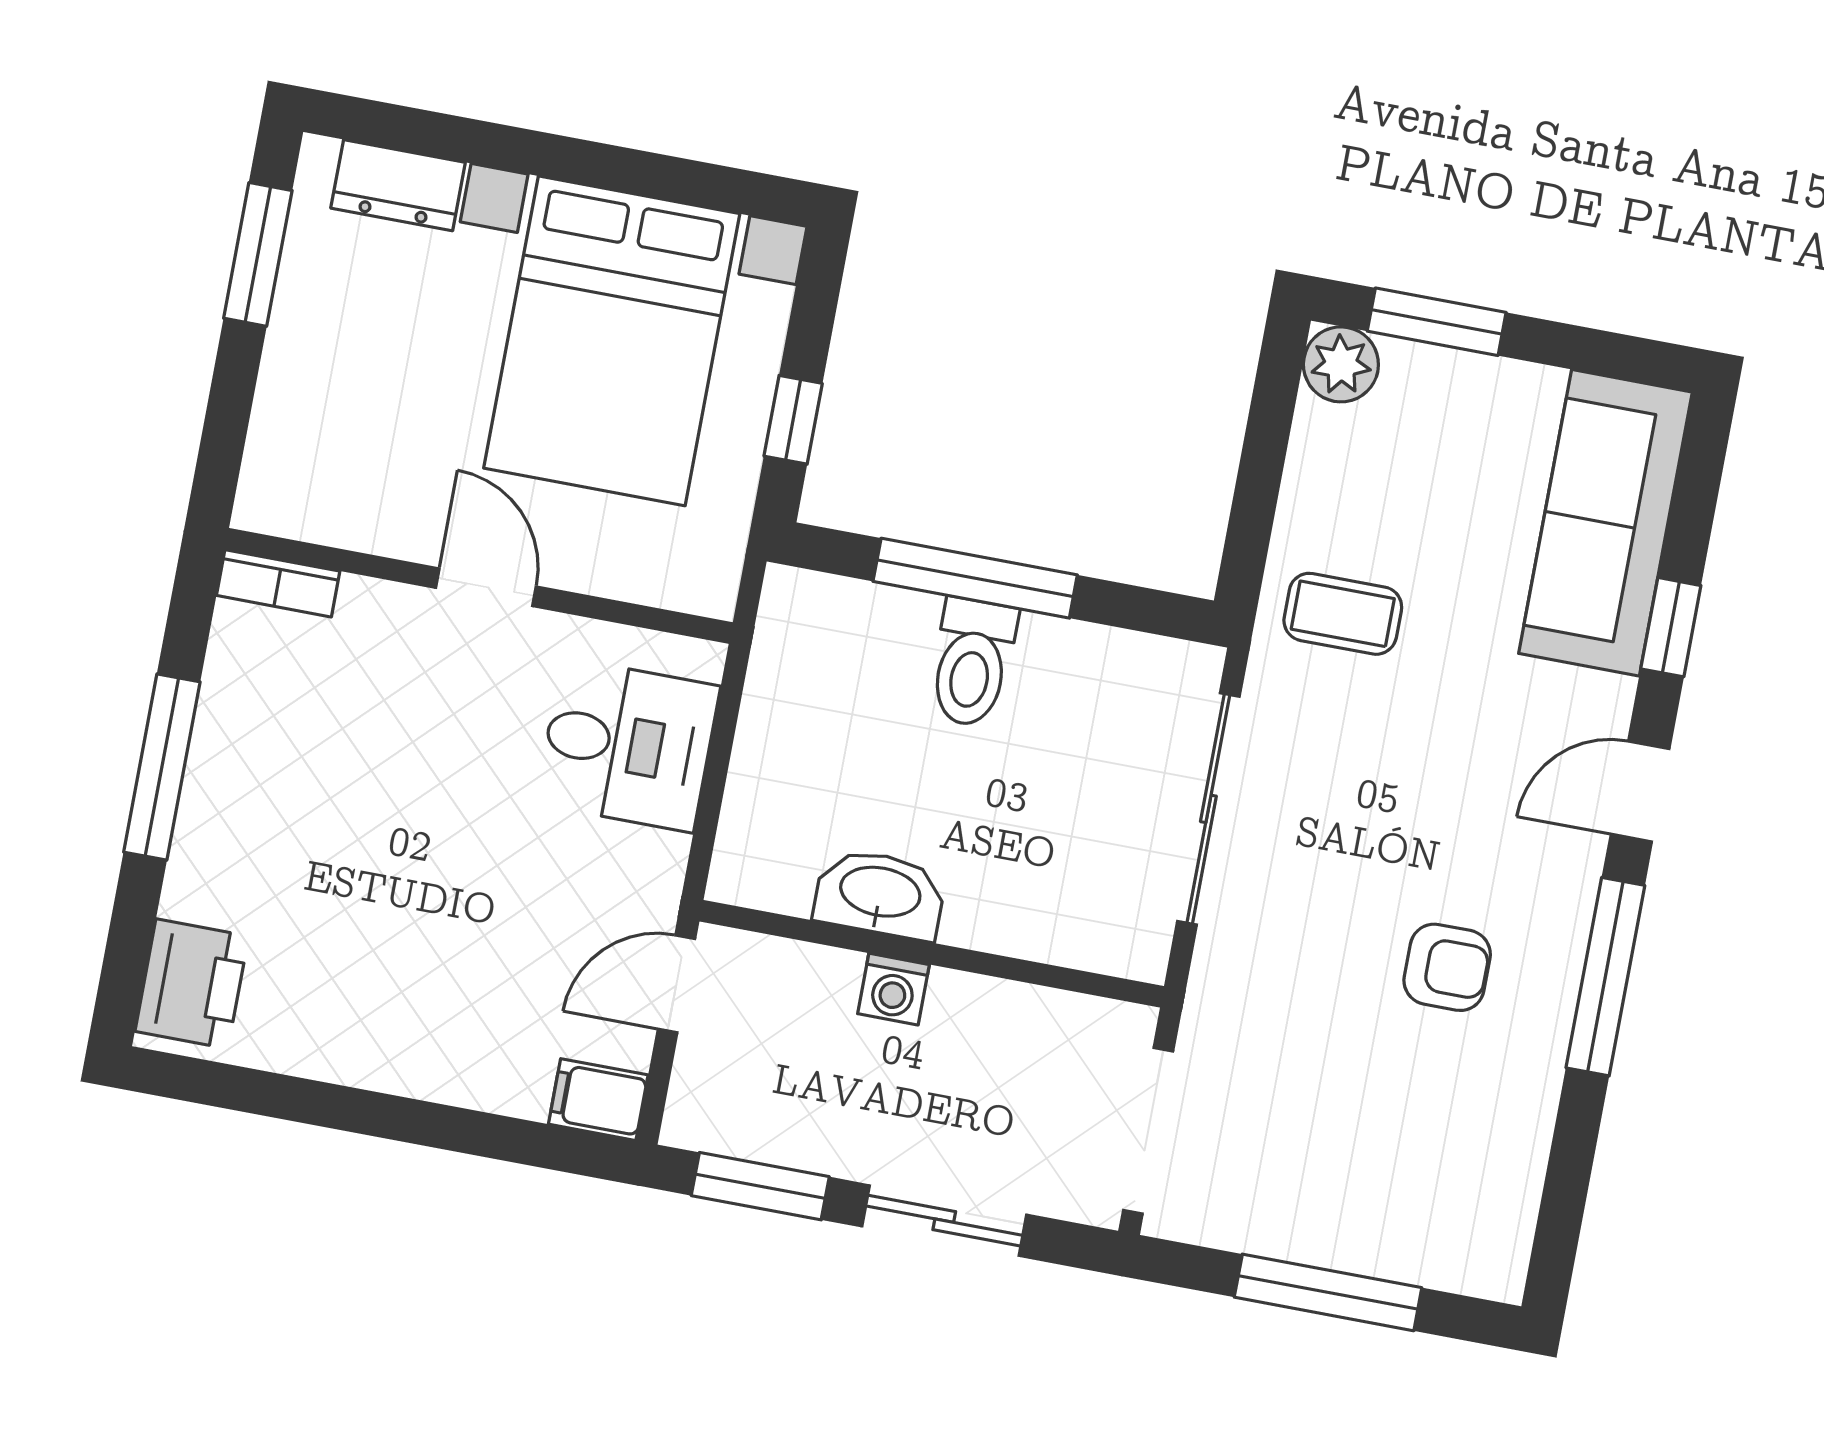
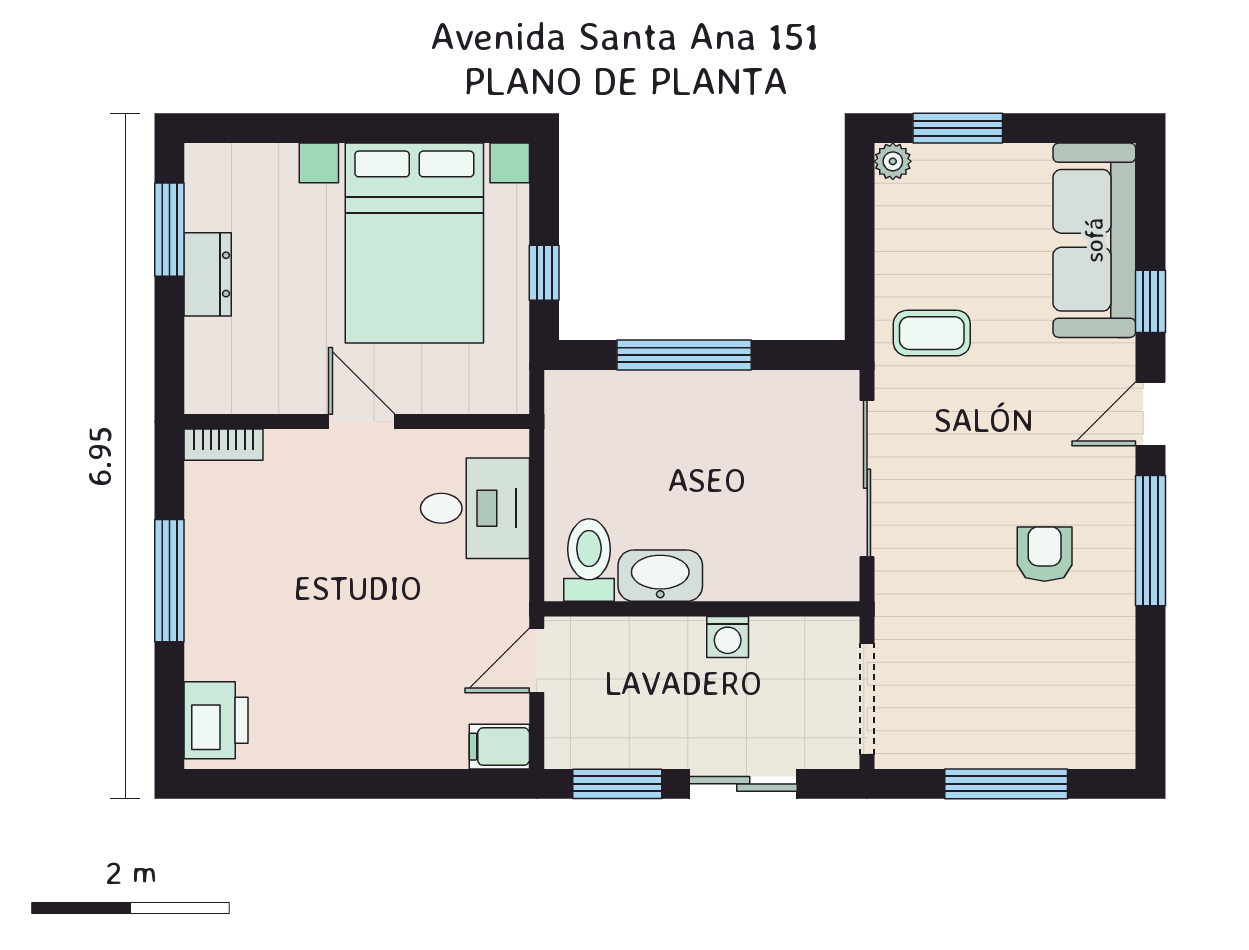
dresser: (398, 185) -> (208, 274), moved, turned -90
plant: (1341, 364) -> (893, 161), width x0.73, depth x0.73
toilet: (972, 663) -> (589, 560), moved, turned 180
armchair: (1447, 967) -> (1045, 554), turned -90
washing machine: (894, 989) -> (728, 637), moved

